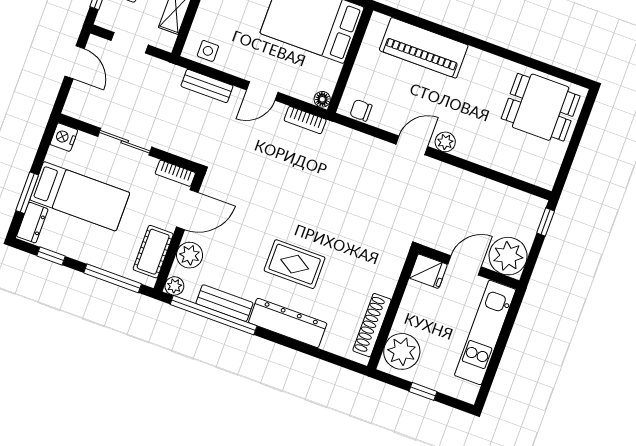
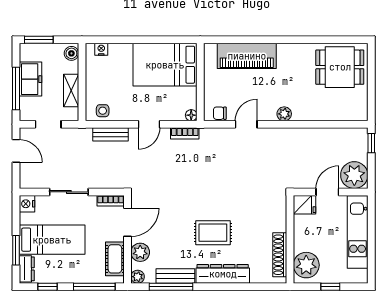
door: (412, 145) -> (246, 124), moved
window: (214, 315) -> (171, 287), width x0.68

